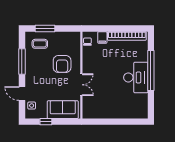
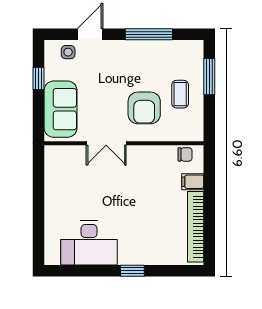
coffee table: (40, 44) -> (180, 94), moved
armchair: (62, 64) -> (144, 108), turned -90
window: (151, 70) -> (132, 271), width x0.32
desk: (136, 77) -> (89, 243), moved

